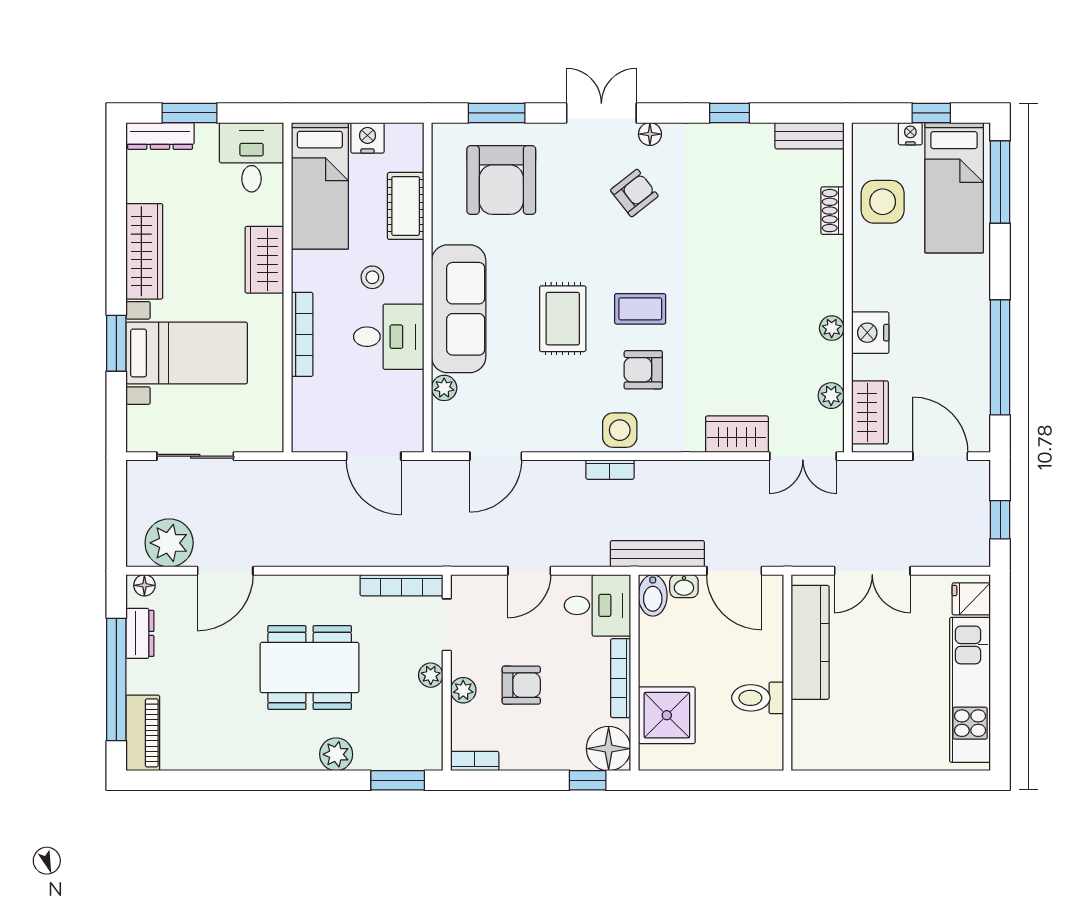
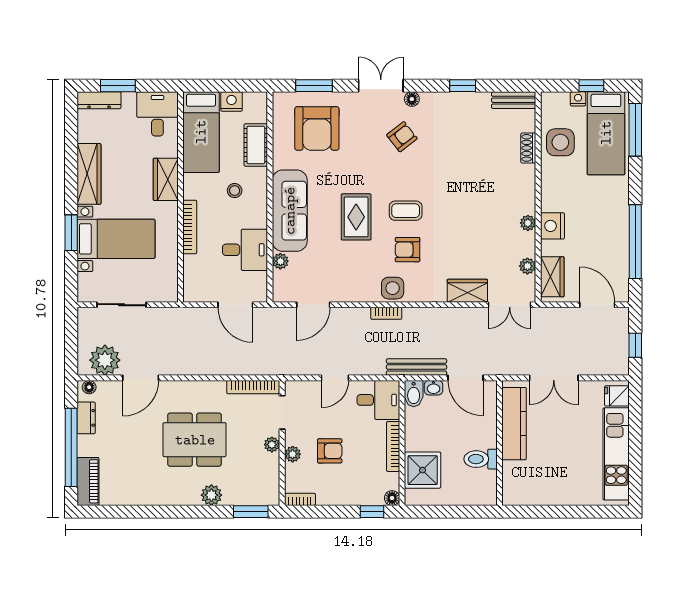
desk: (389, 337) -> (245, 250), moved
floor lamp: (609, 749) -> (392, 498), width x0.53, depth x0.53

